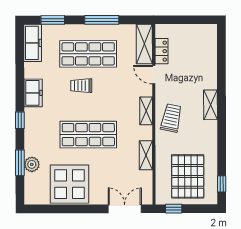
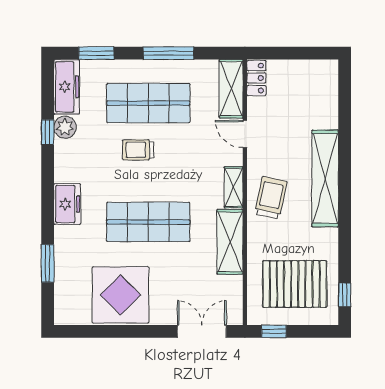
locker: (162, 51) -> (256, 78), moved
freezer: (33, 93) -> (67, 204), moved
shelving: (210, 105) -> (325, 178), width x2.20, depth x1.33
window: (20, 120) -> (48, 132), moved
shelving: (146, 155) -> (230, 242), width x1.50, depth x1.33
plant: (32, 164) -> (65, 127), moved
pallet: (188, 176) -> (295, 284), turned 90

